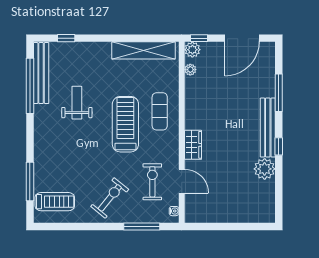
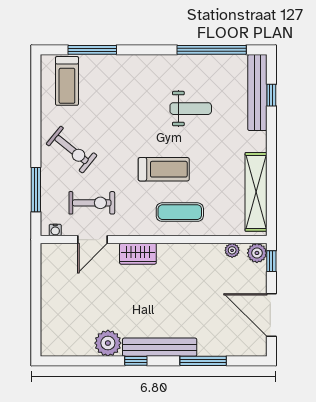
bench: (41, 73) -> (257, 93), moved, turned 90
treadmill: (125, 124) -> (164, 169), width x0.73, depth x0.73

